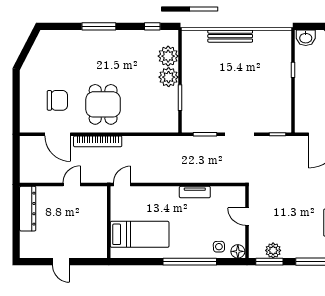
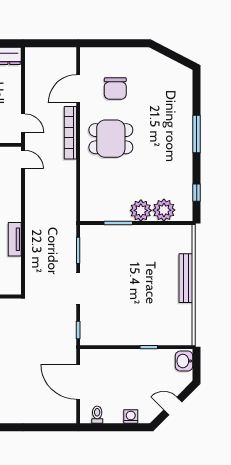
door: (72, 185) -> (23, 123), moved

